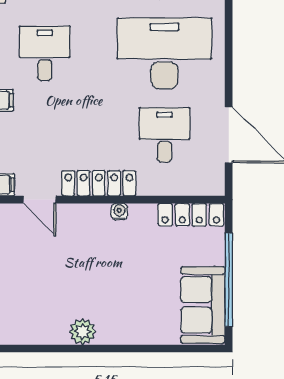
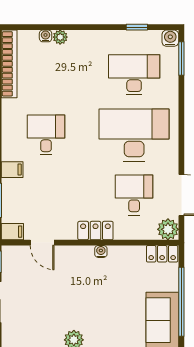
plant: (211, 181) -> (168, 229), added
locker: (99, 183) -> (95, 231), width x0.66
locker: (191, 215) -> (162, 254), width x0.66

